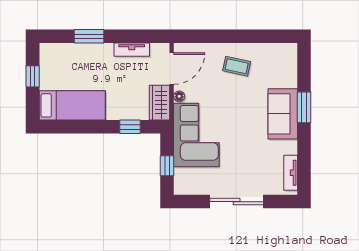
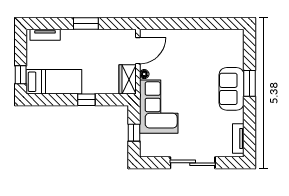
window: (89, 36) -> (86, 23), moved
tv unit: (132, 50) -> (45, 35), moved
coffee table: (237, 66) -> (193, 49), removed
window: (33, 76) -> (21, 75), moved
window: (130, 127) -> (86, 100), moved

